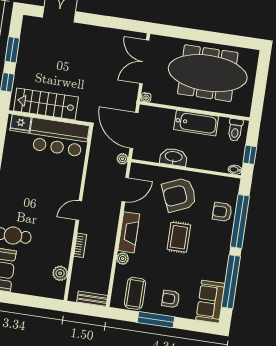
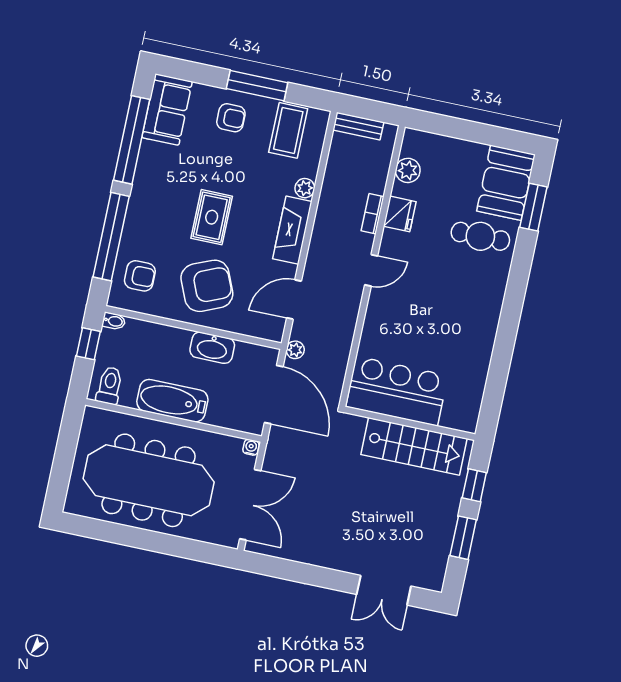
fridge: (21, 124) -> (400, 214), moved, turned 90
armchair: (222, 212) -> (140, 276), moved

